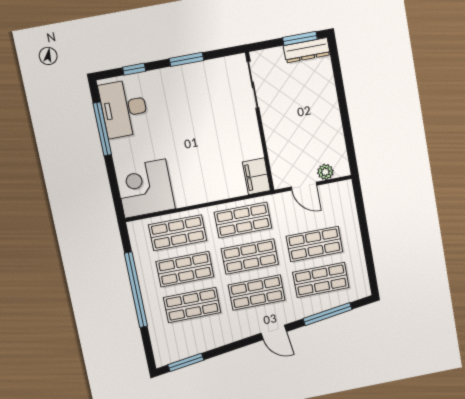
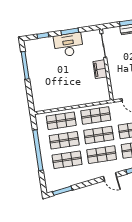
desk: (124, 109) -> (68, 45), moved, turned 90
filing cabinet: (256, 176) -> (100, 69), moved
corner desk: (145, 189) -> (45, 97), removed

